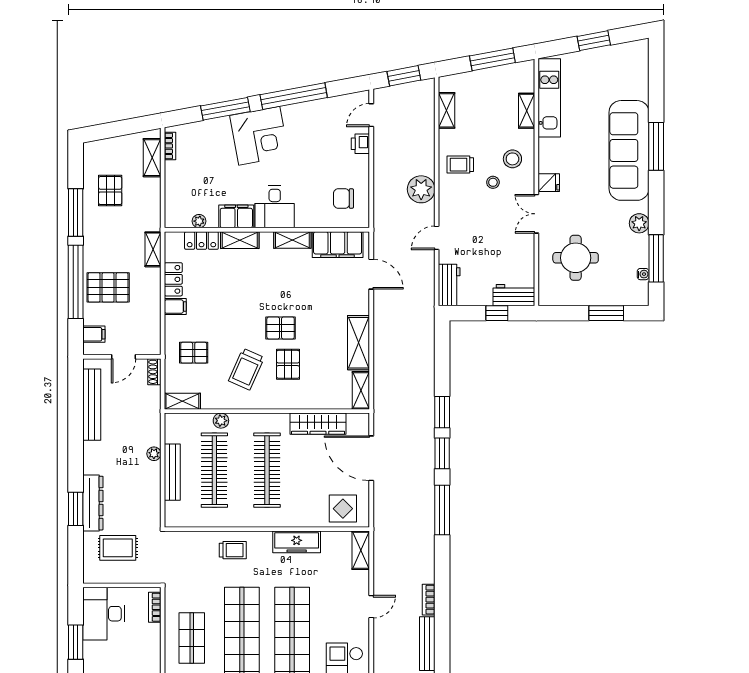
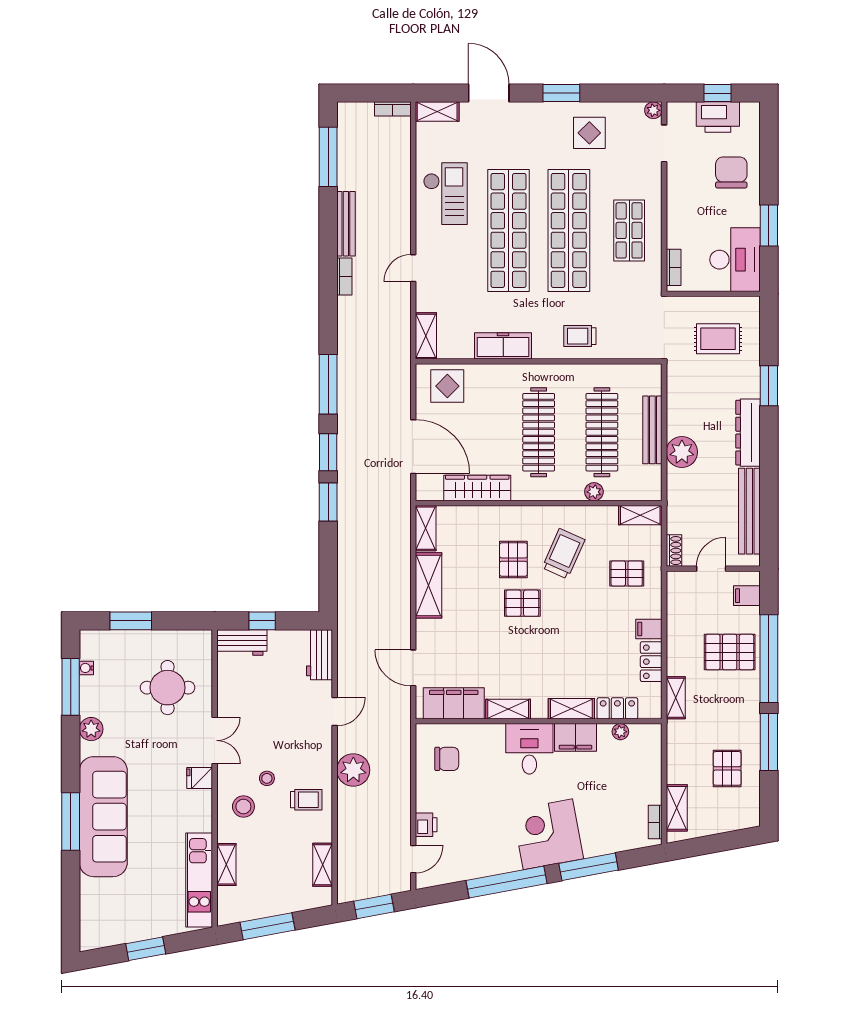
plant: (154, 454) -> (682, 452), width x1.88, depth x1.88
dresser: (93, 503) -> (748, 433), moved

